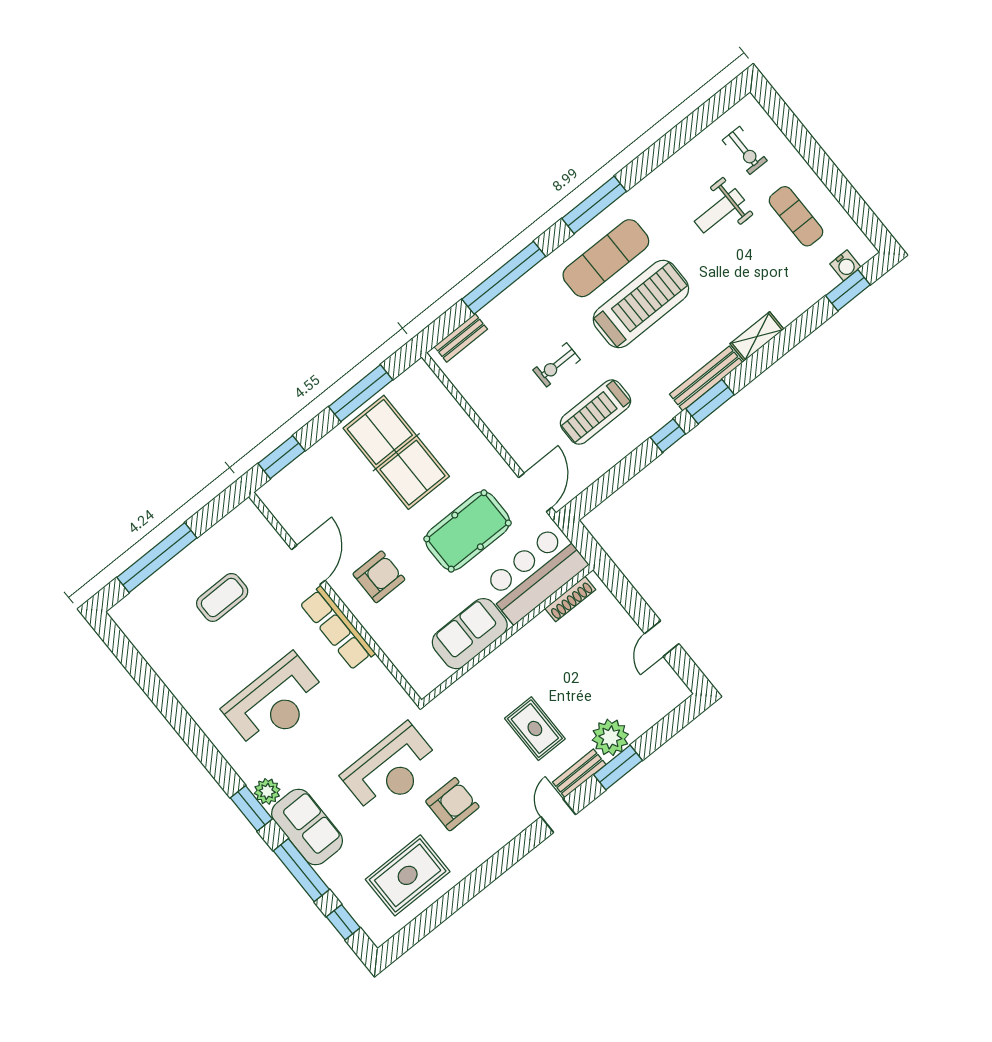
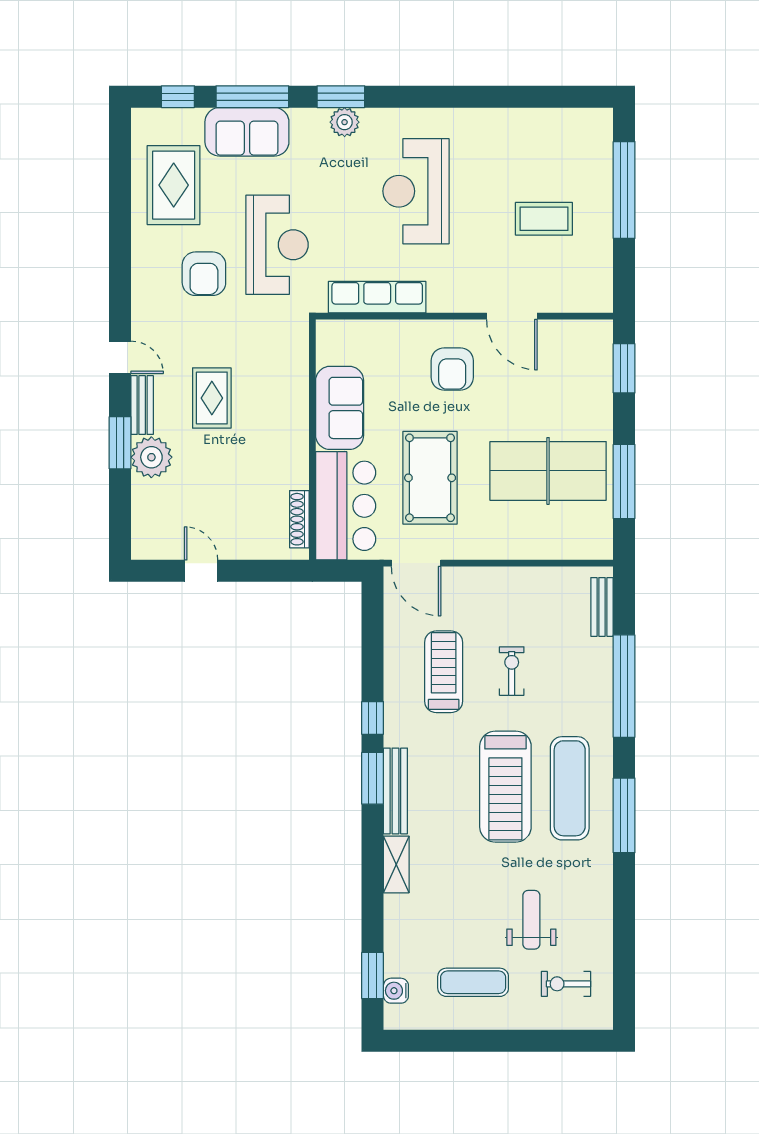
coffee table: (222, 597) -> (544, 219), turned 90
row of seats: (337, 628) -> (377, 297), moved
rug: (535, 729) -> (212, 398), turned 90
reception desk: (391, 769) -> (277, 245), turned 180
sofa: (307, 827) -> (247, 132), moved

